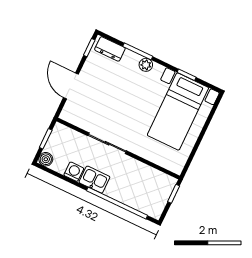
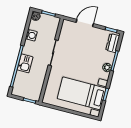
kitchen sink: (94, 180) -> (25, 63), moved

